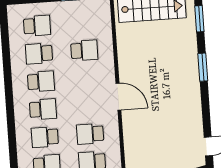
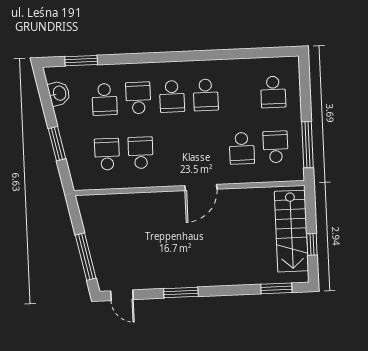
school desk: (39, 54) -> (276, 147), moved
window: (203, 67) -> (181, 293), moved
door: (118, 97) -> (201, 187), moved

